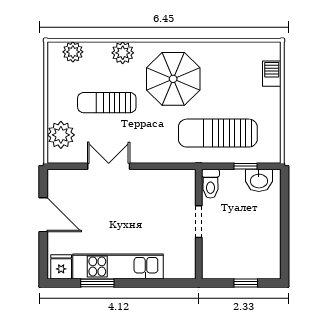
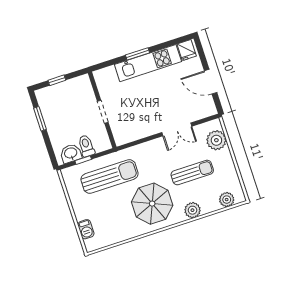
toilet: (210, 184) -> (86, 146), moved
window: (285, 239) -> (40, 119), added
window: (97, 283) -> (137, 54), moved

